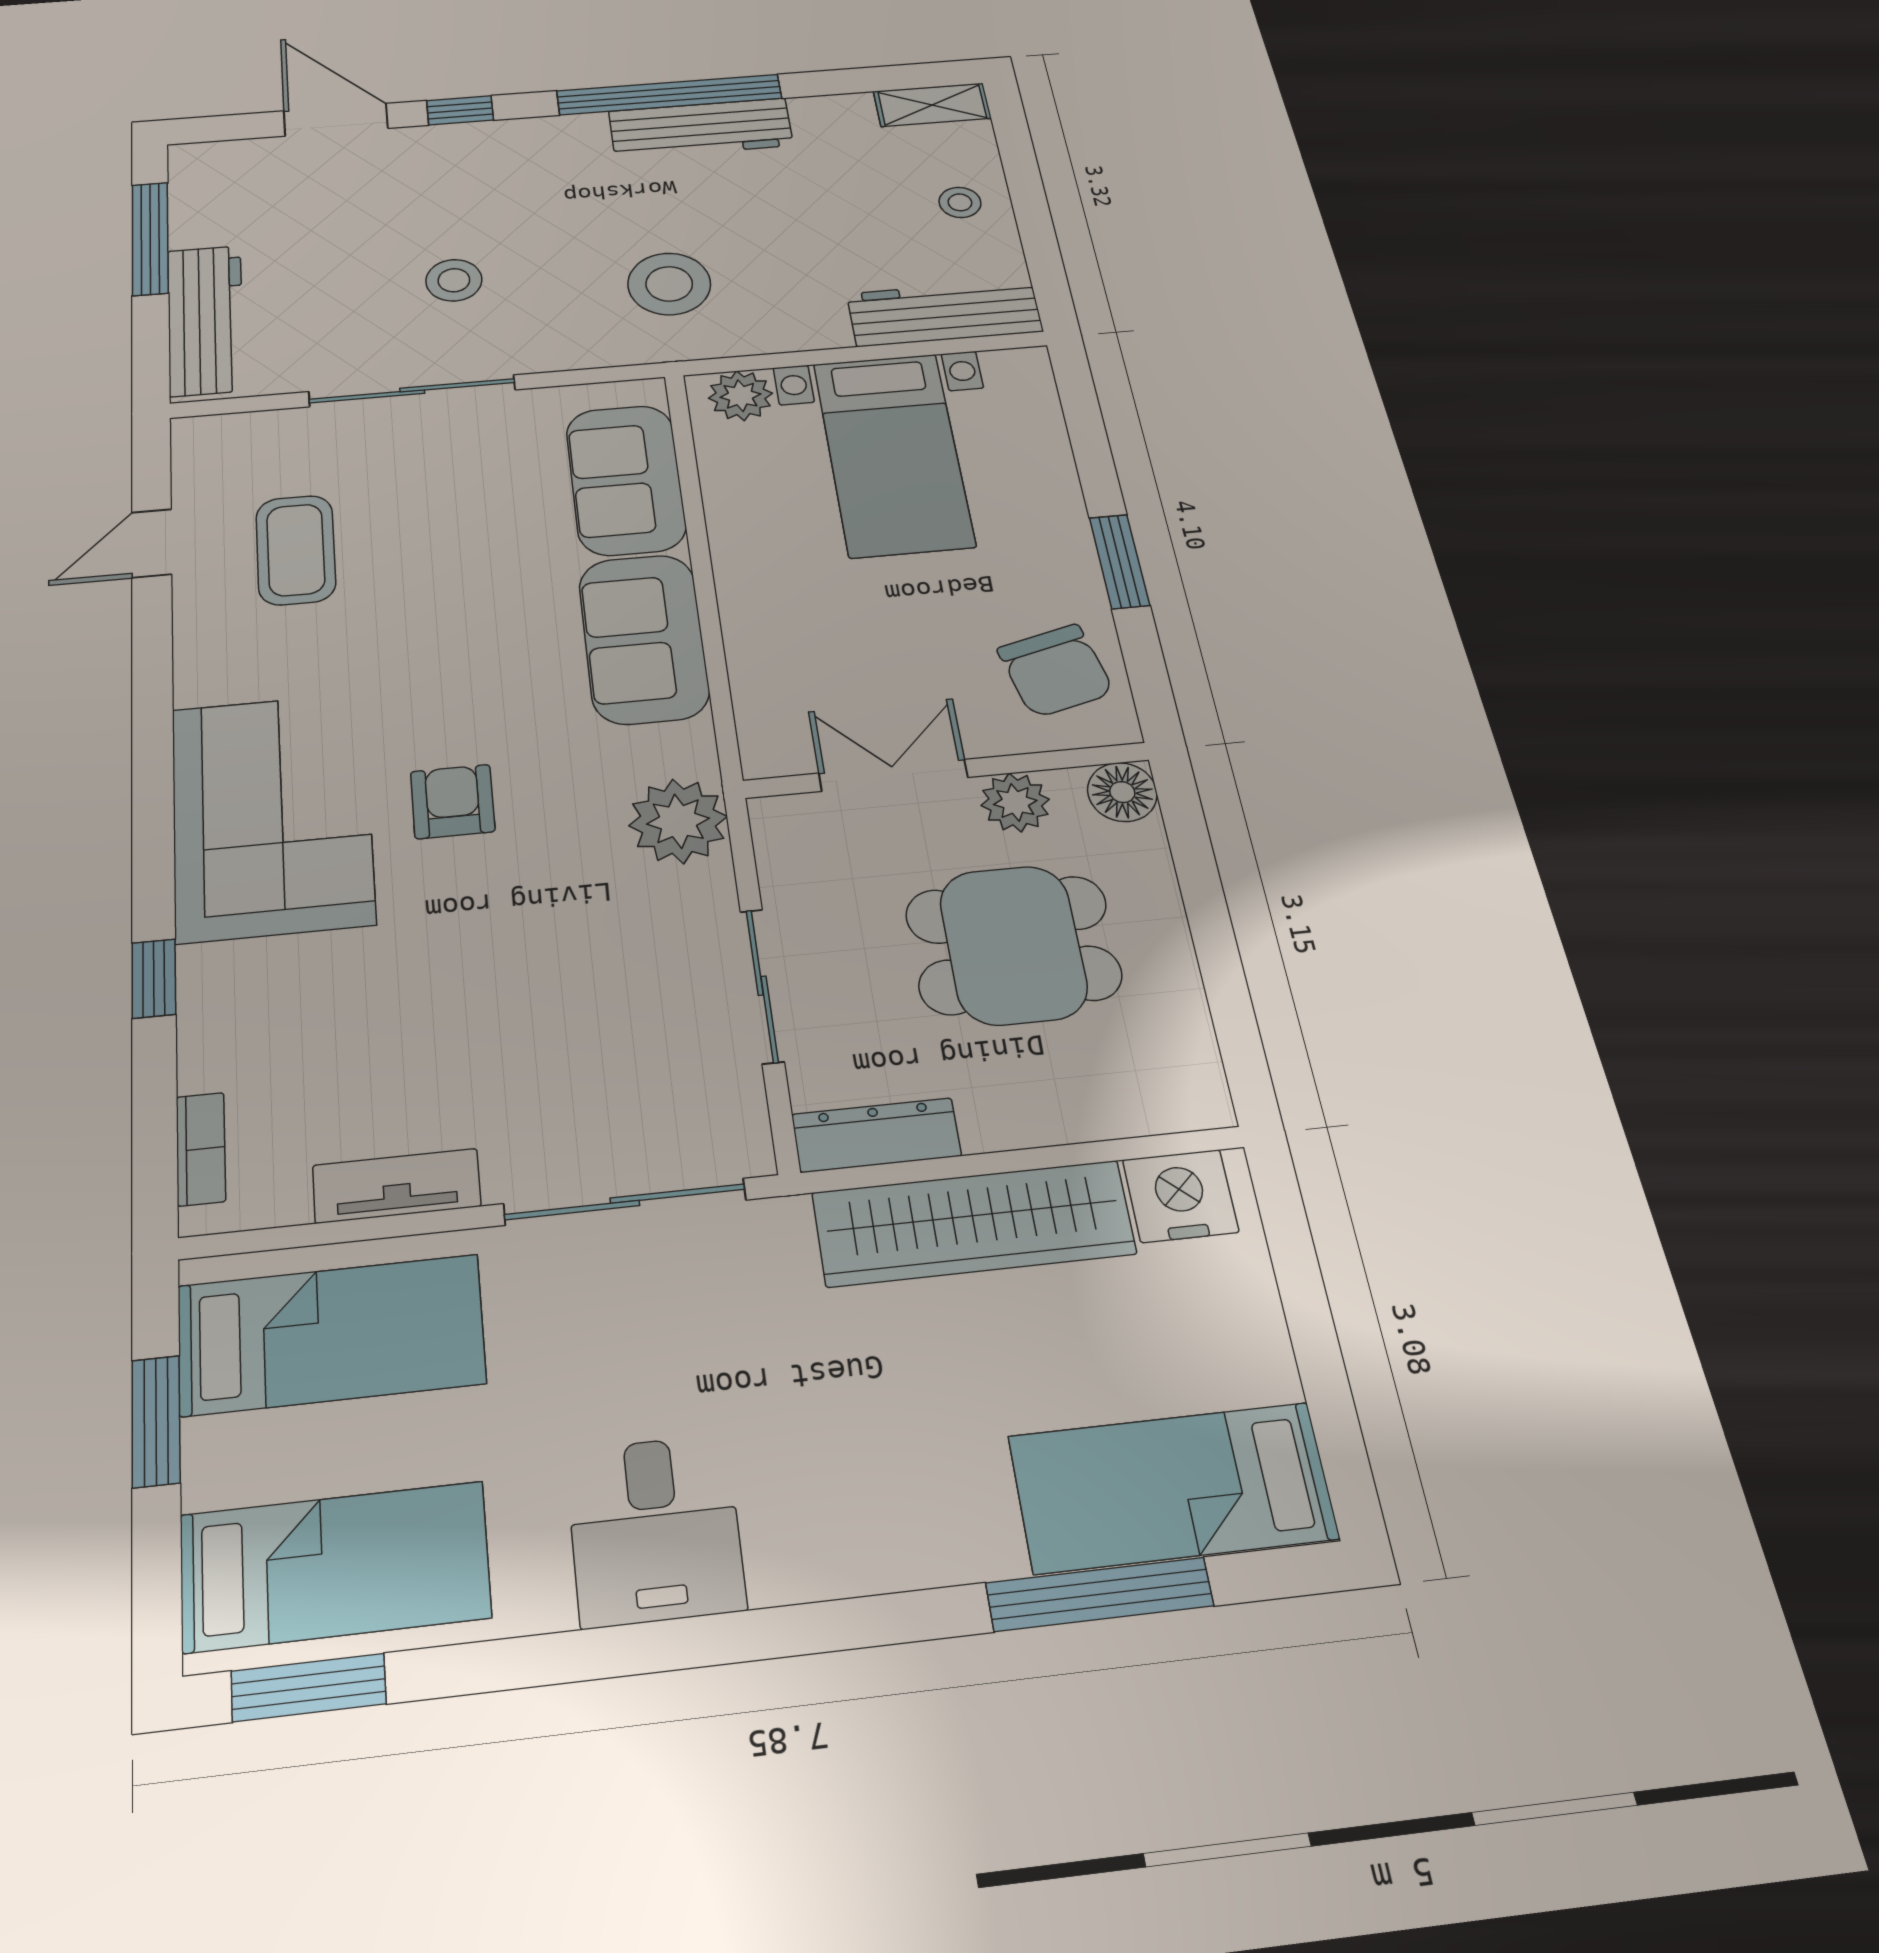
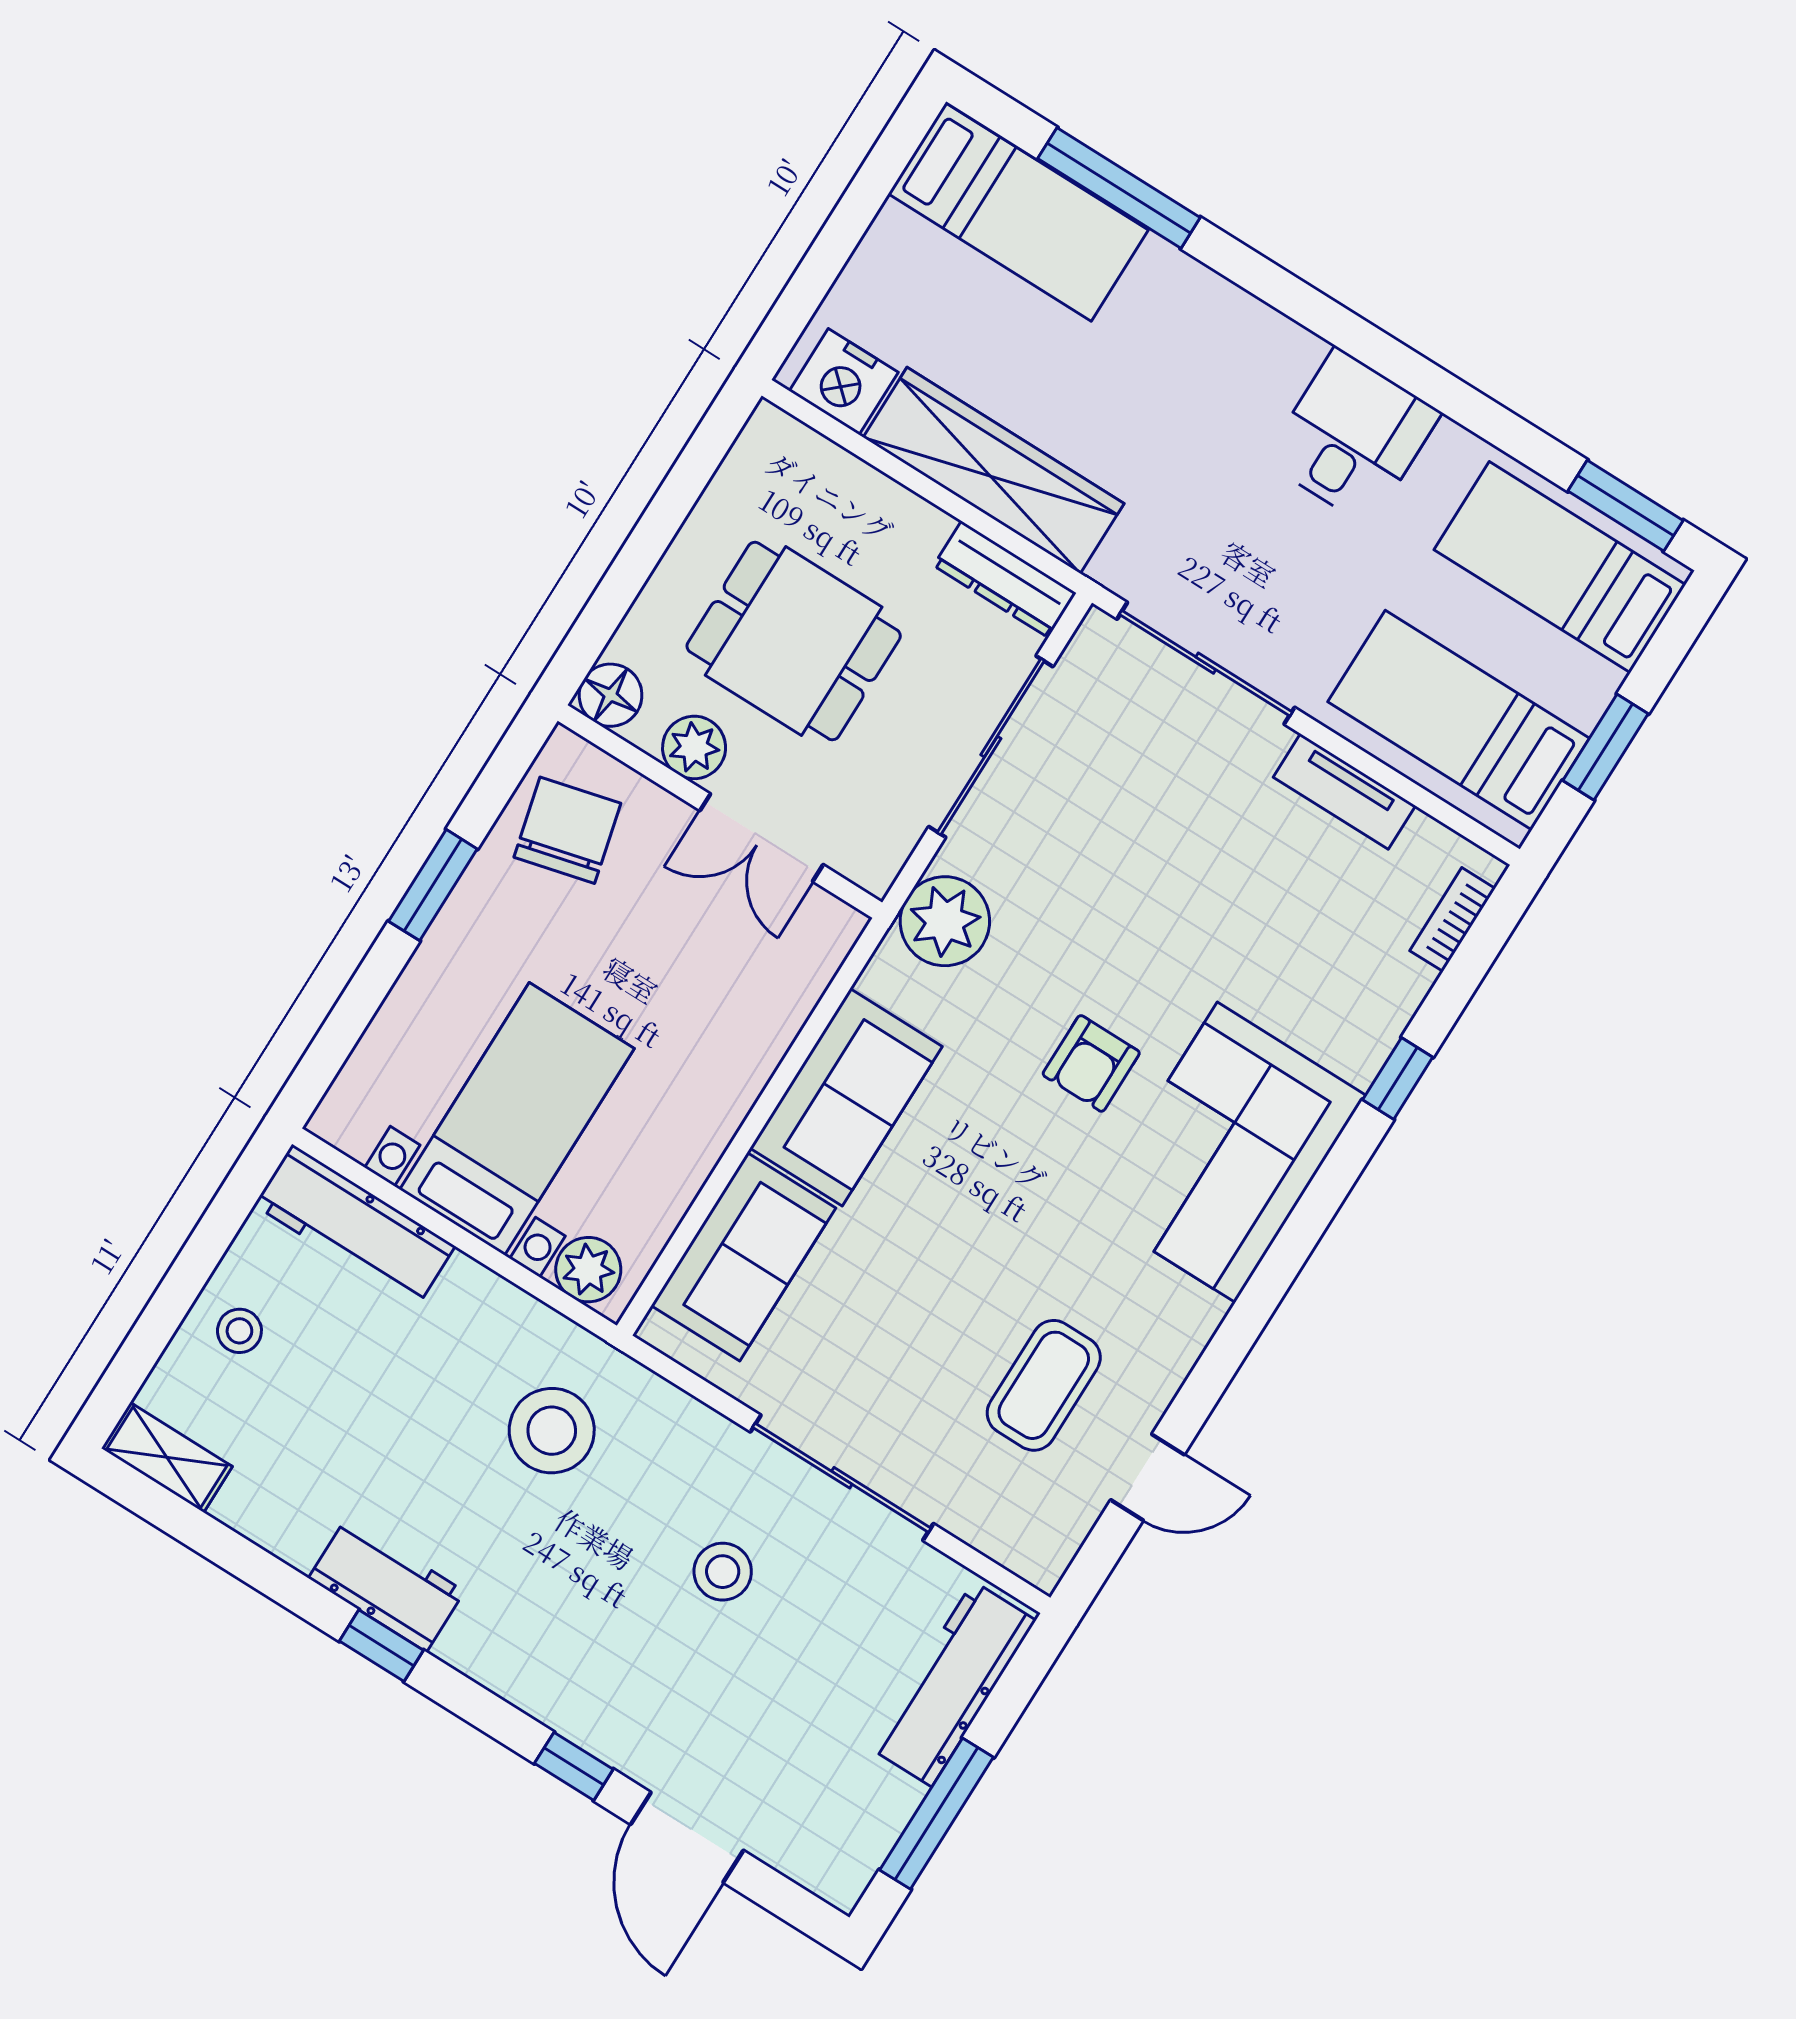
window: (669, 95) -> (381, 1646), width x0.32
workbench: (701, 128) -> (386, 1585), width x0.73
sliding door: (762, 986) -> (991, 747), width x1.37

